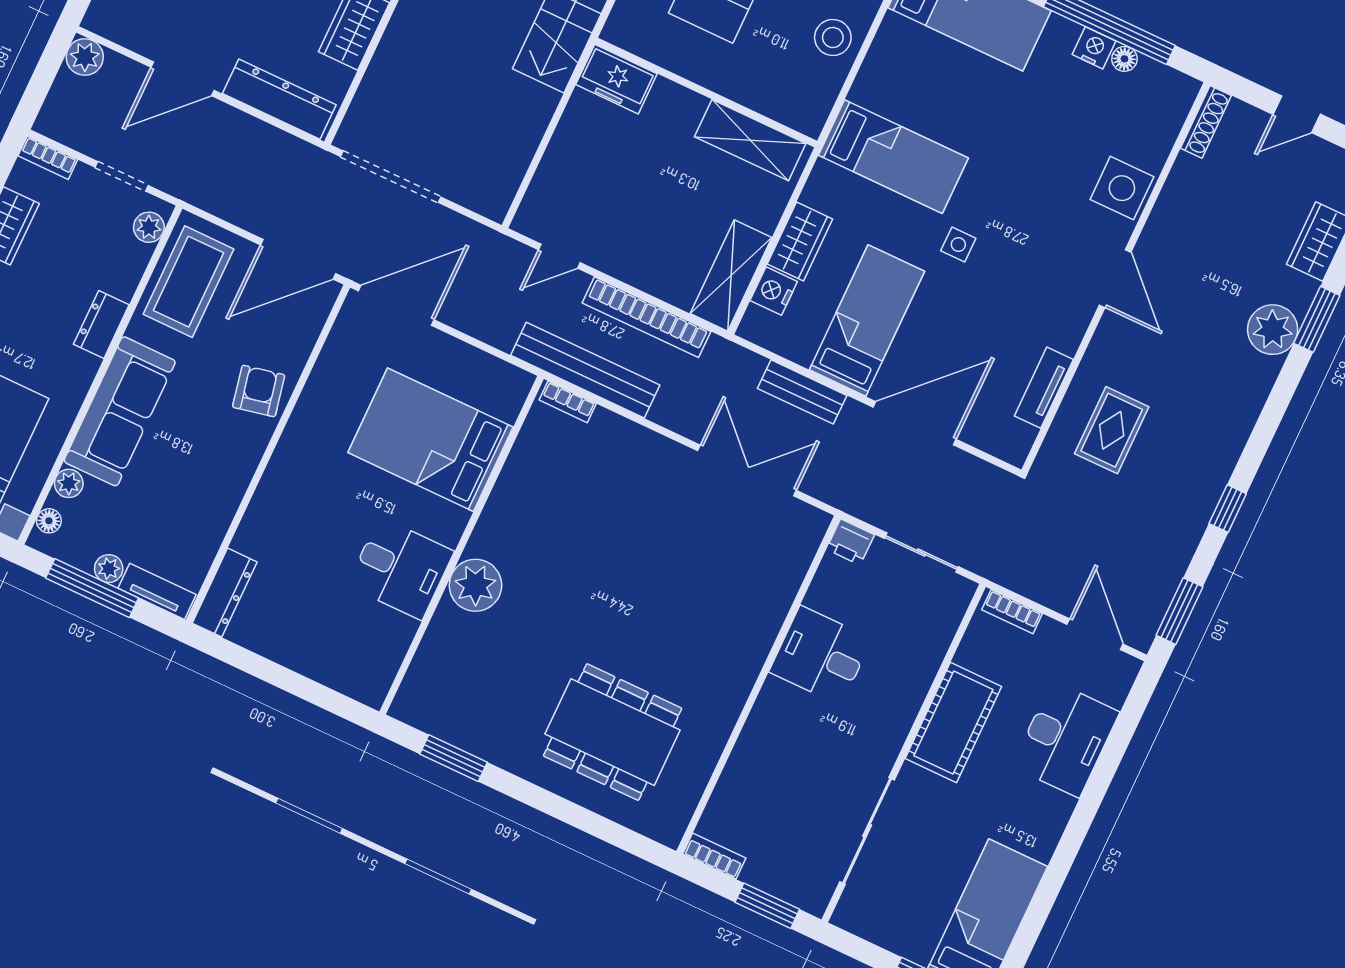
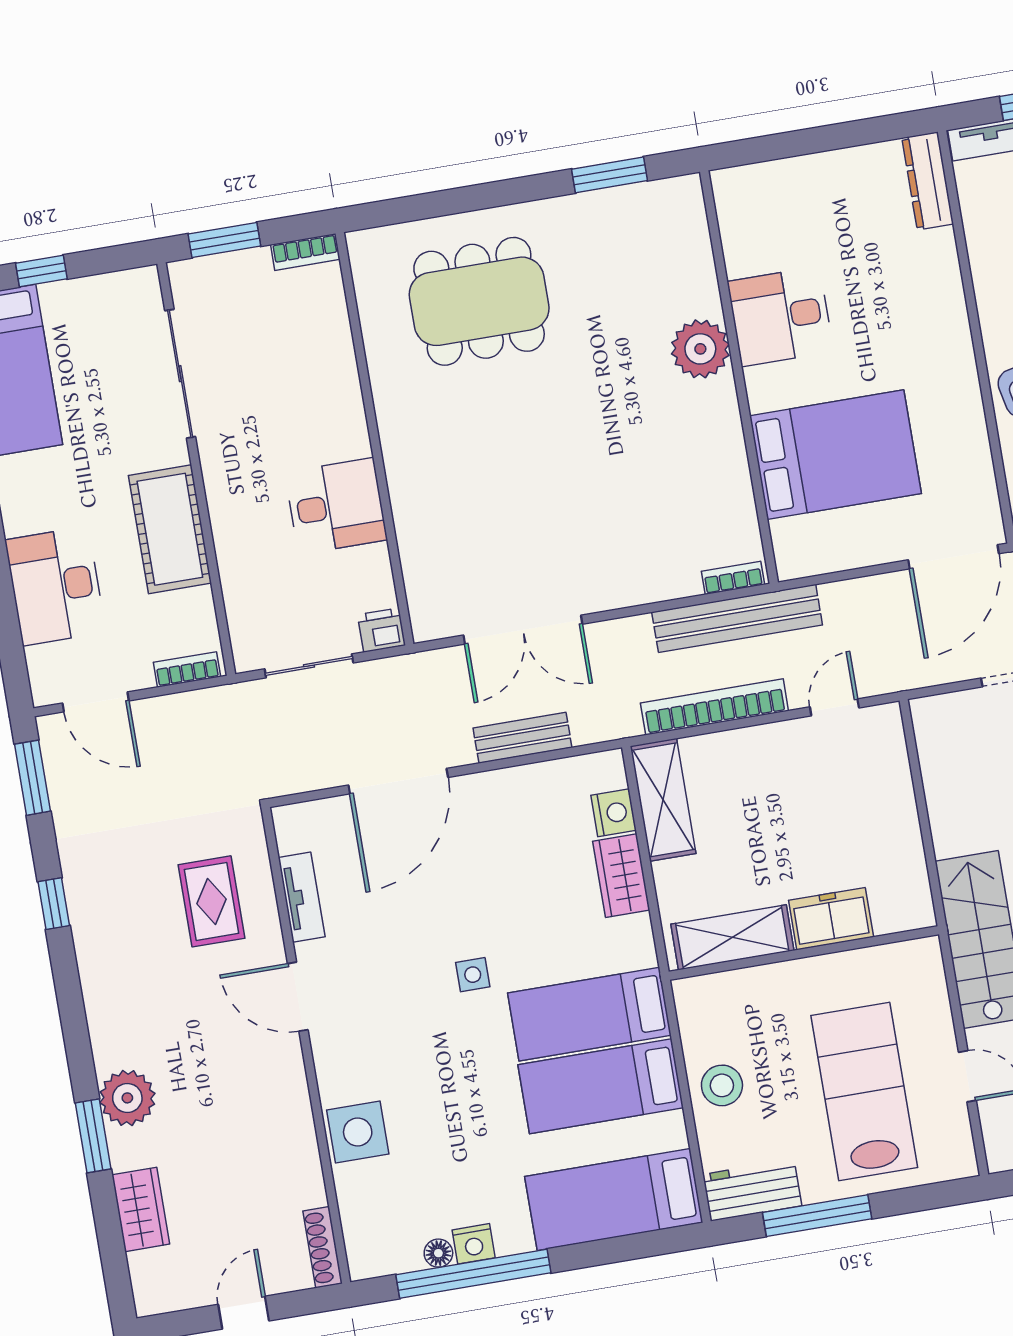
freezer: (616, 79) -> (831, 919), moved
door: (1115, 279) -> (298, 997), moved
bed: (867, 320) -> (601, 1086), moved, turned 90

